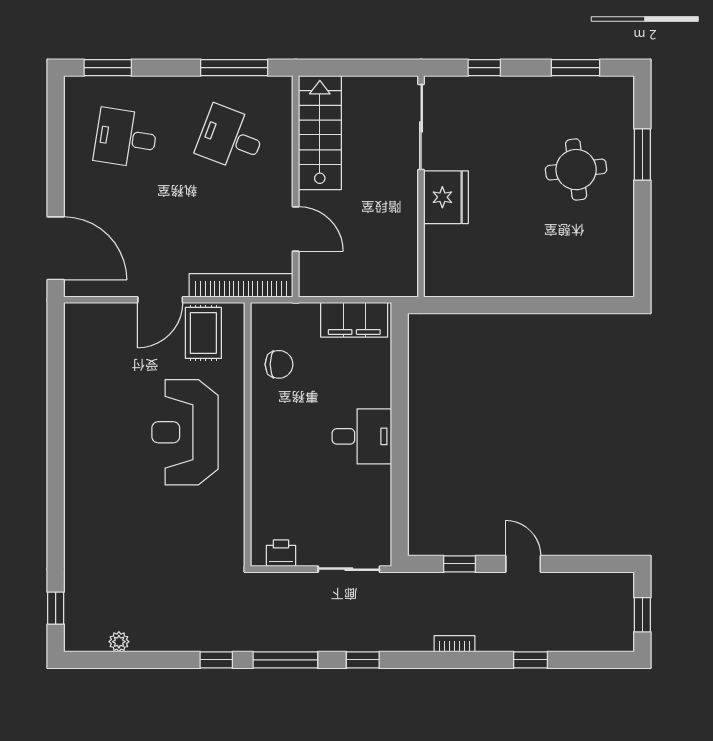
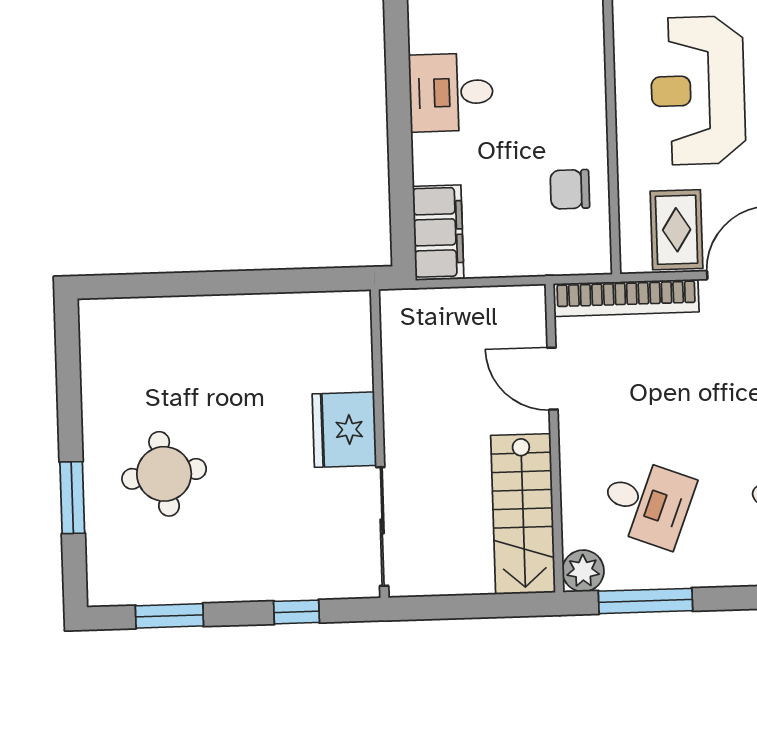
plant: (278, 91) -> (583, 571), added
filing cabinet: (354, 320) -> (438, 232), moved, turned 90
reception desk: (185, 432) -> (698, 90), turned 180

